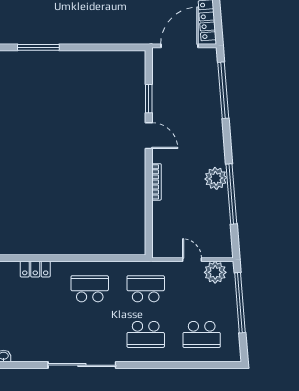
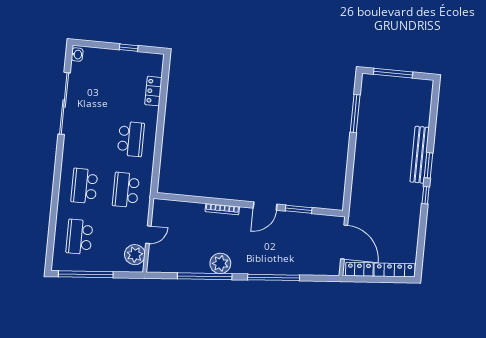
window: (223, 90) -> (274, 277), moved
school desk: (146, 289) -> (126, 190), turned 180
window: (240, 303) -> (86, 274), moved
sliding door: (82, 365) -> (64, 103), moved

